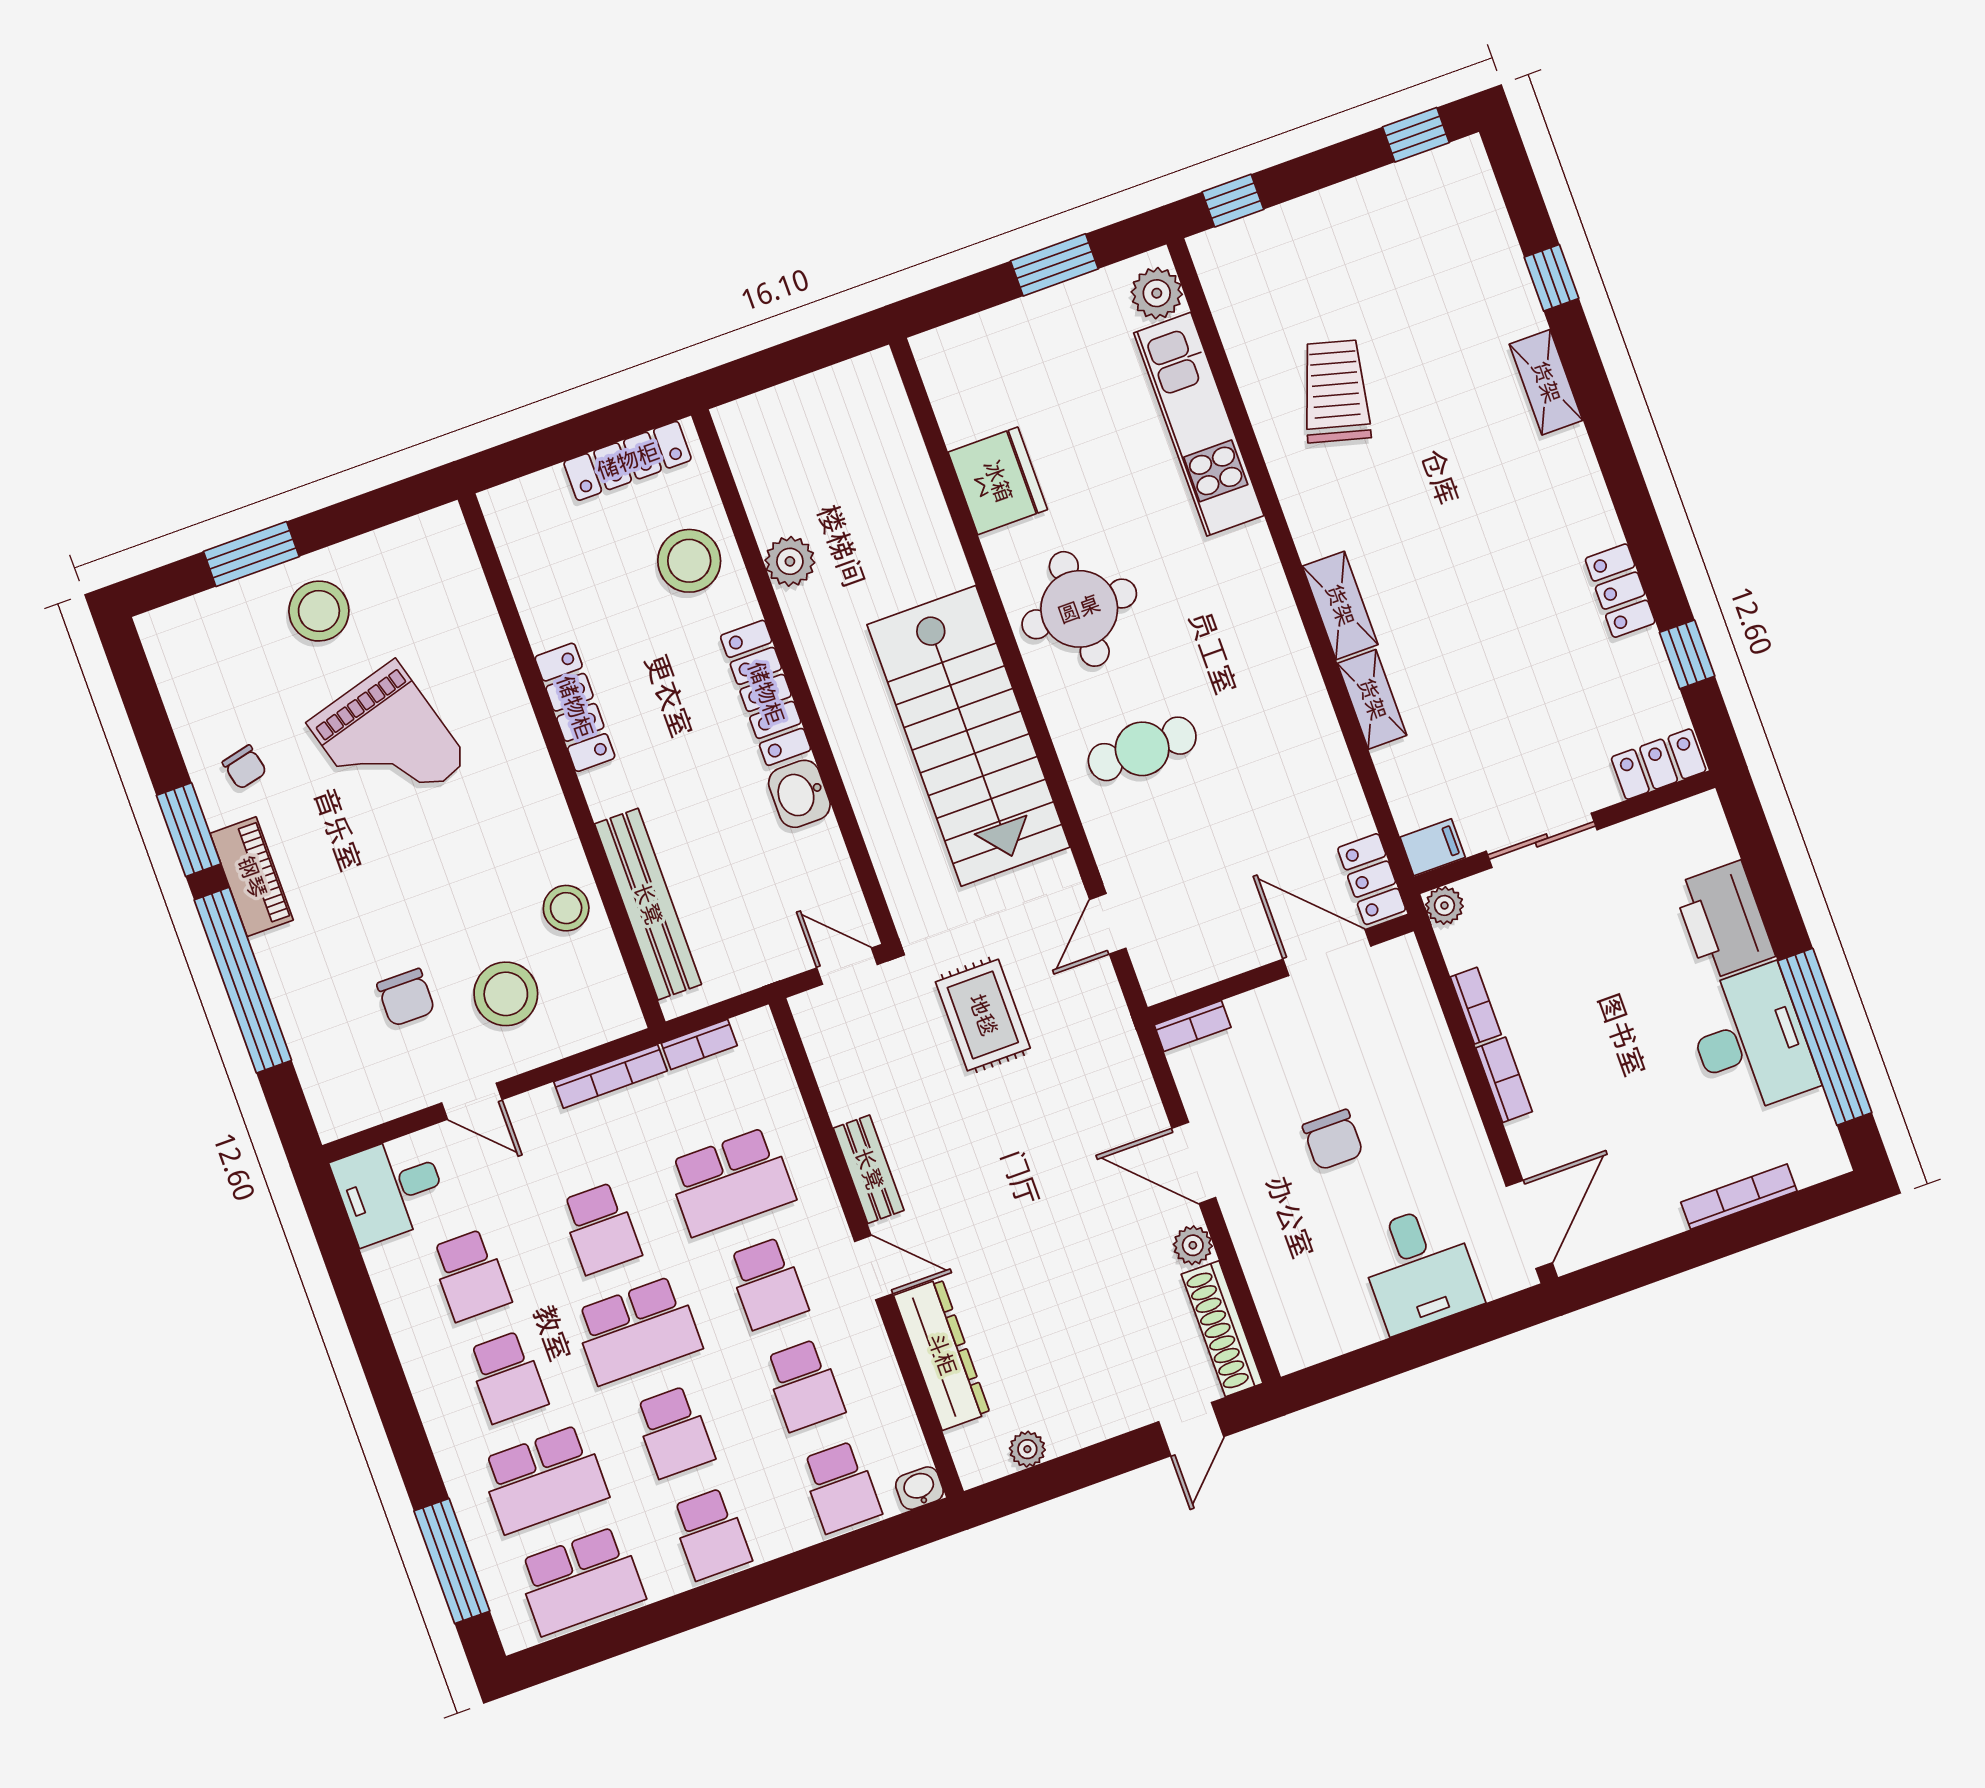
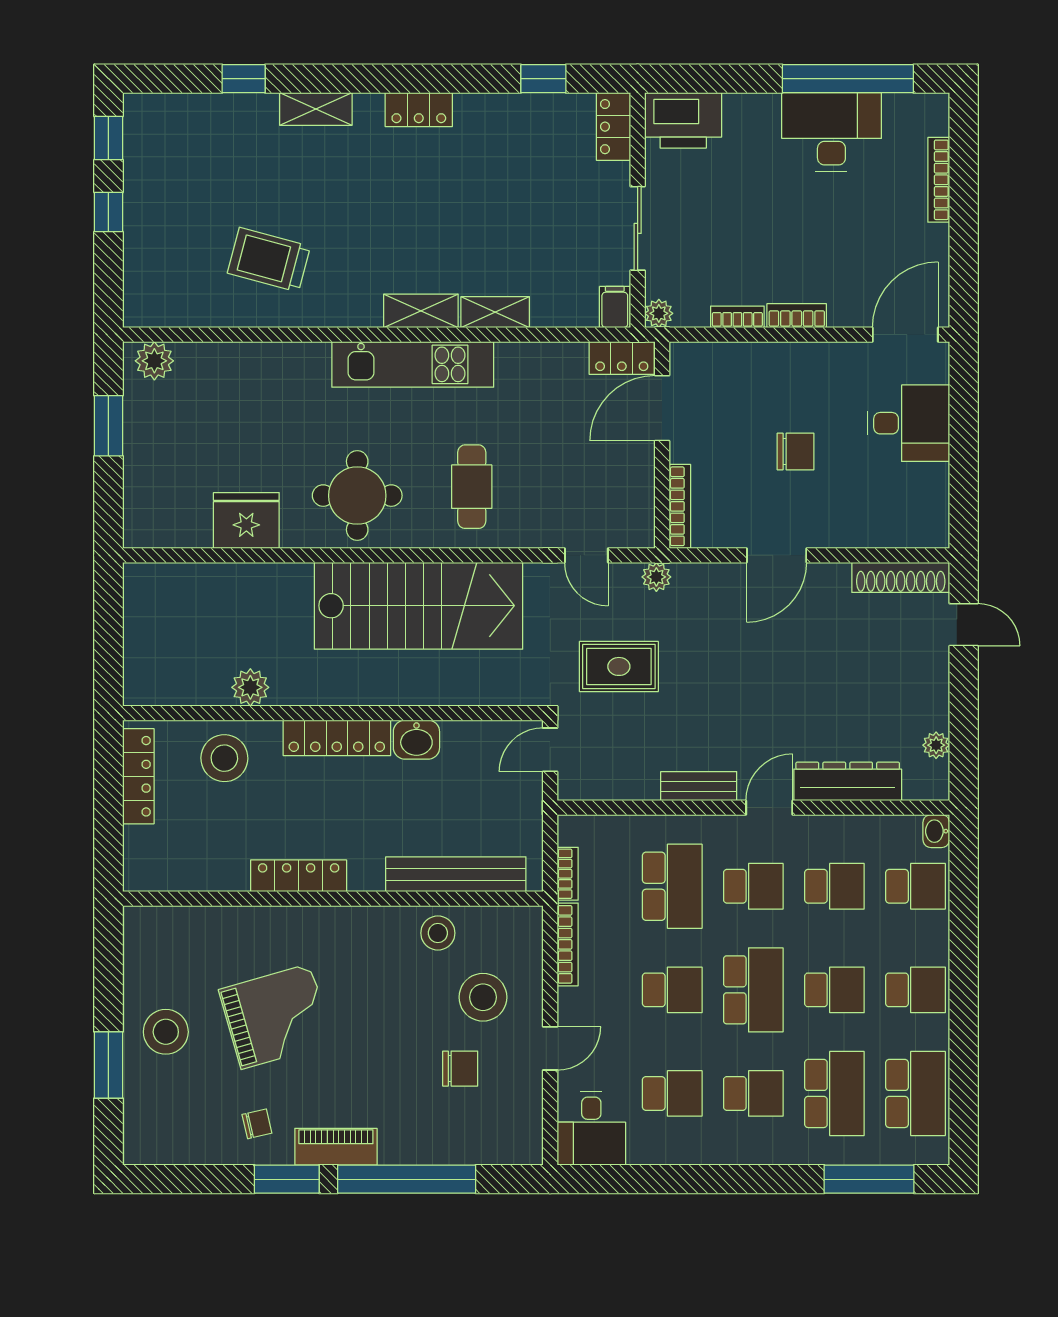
window: (1233, 201) -> (108, 212), moved
kitchen unit: (1199, 424) -> (413, 364), moved
locker: (1620, 591) -> (419, 110), moved
printer: (1724, 920) -> (683, 120), moved
bookcase: (1193, 1026) -> (680, 506), width x1.56
door: (1529, 1225) -> (905, 335), hinge flipped
plant: (1193, 1245) -> (656, 577), moved

